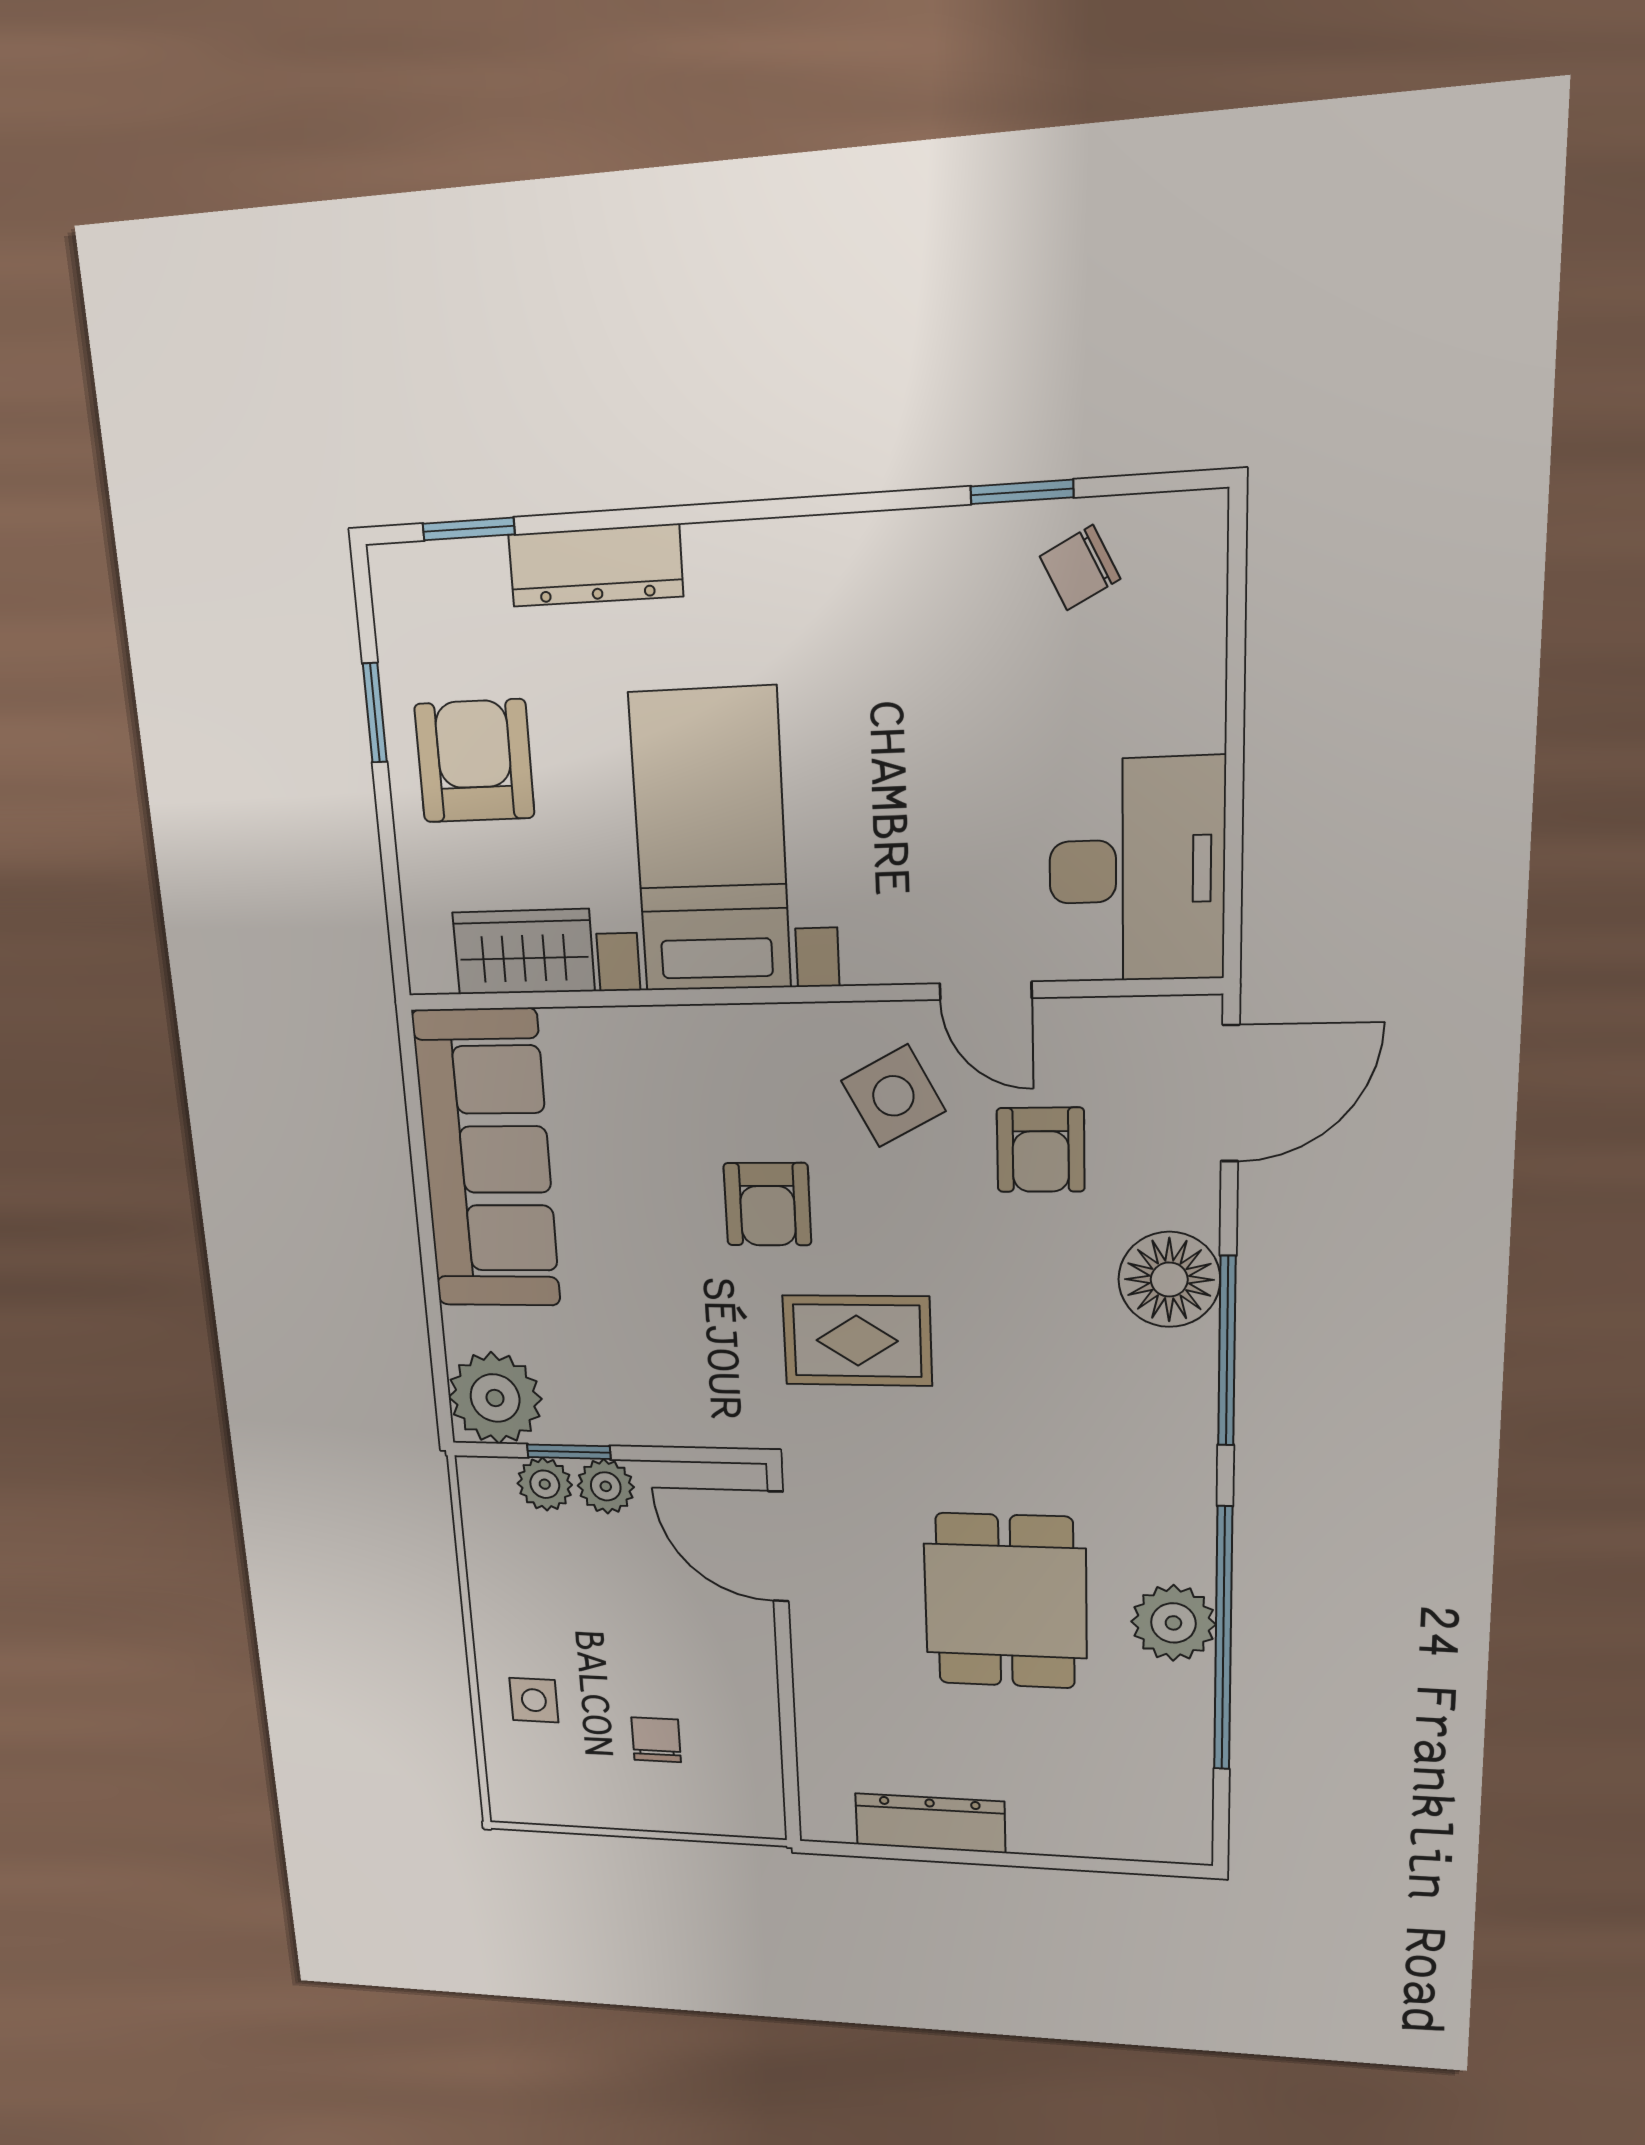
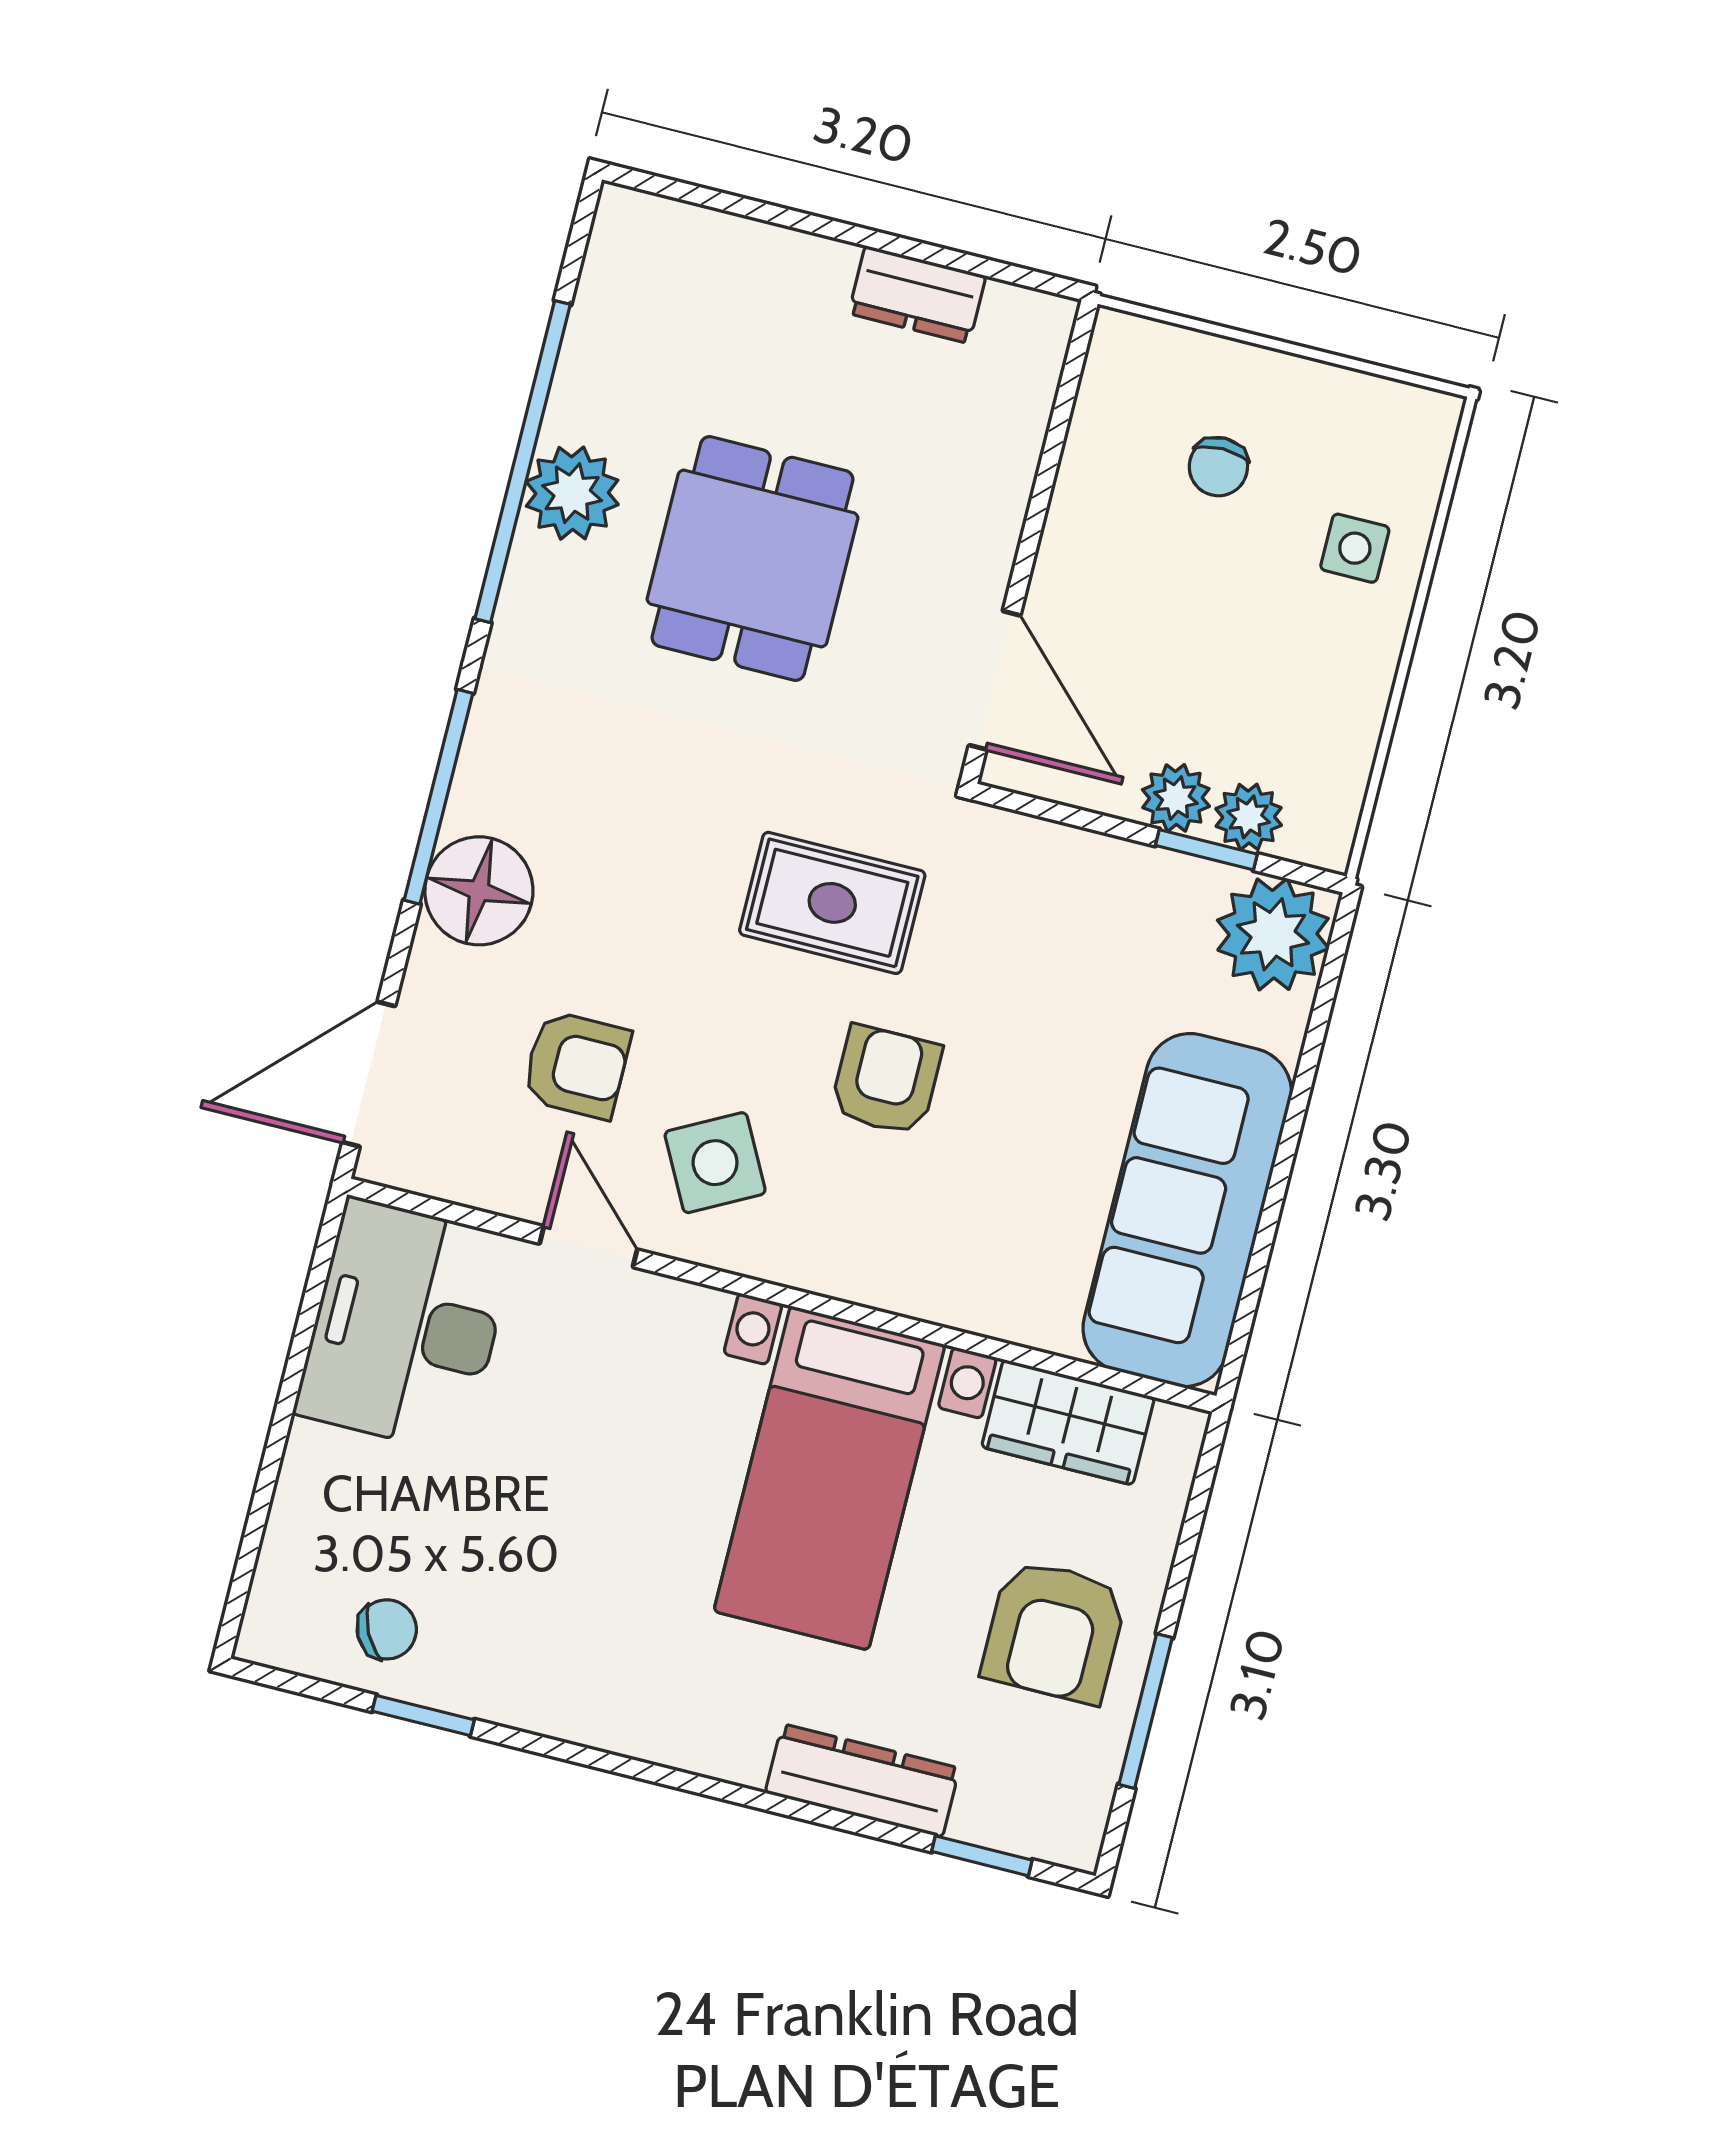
window: (375, 713) -> (1146, 1711), width x1.50
armchair: (1041, 1150) -> (576, 1065), turned 90
dresser: (930, 1823) -> (917, 295), width x0.70

